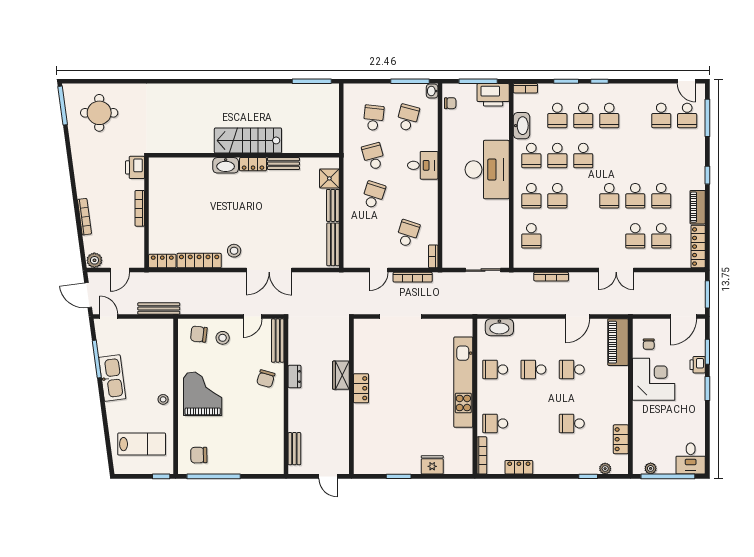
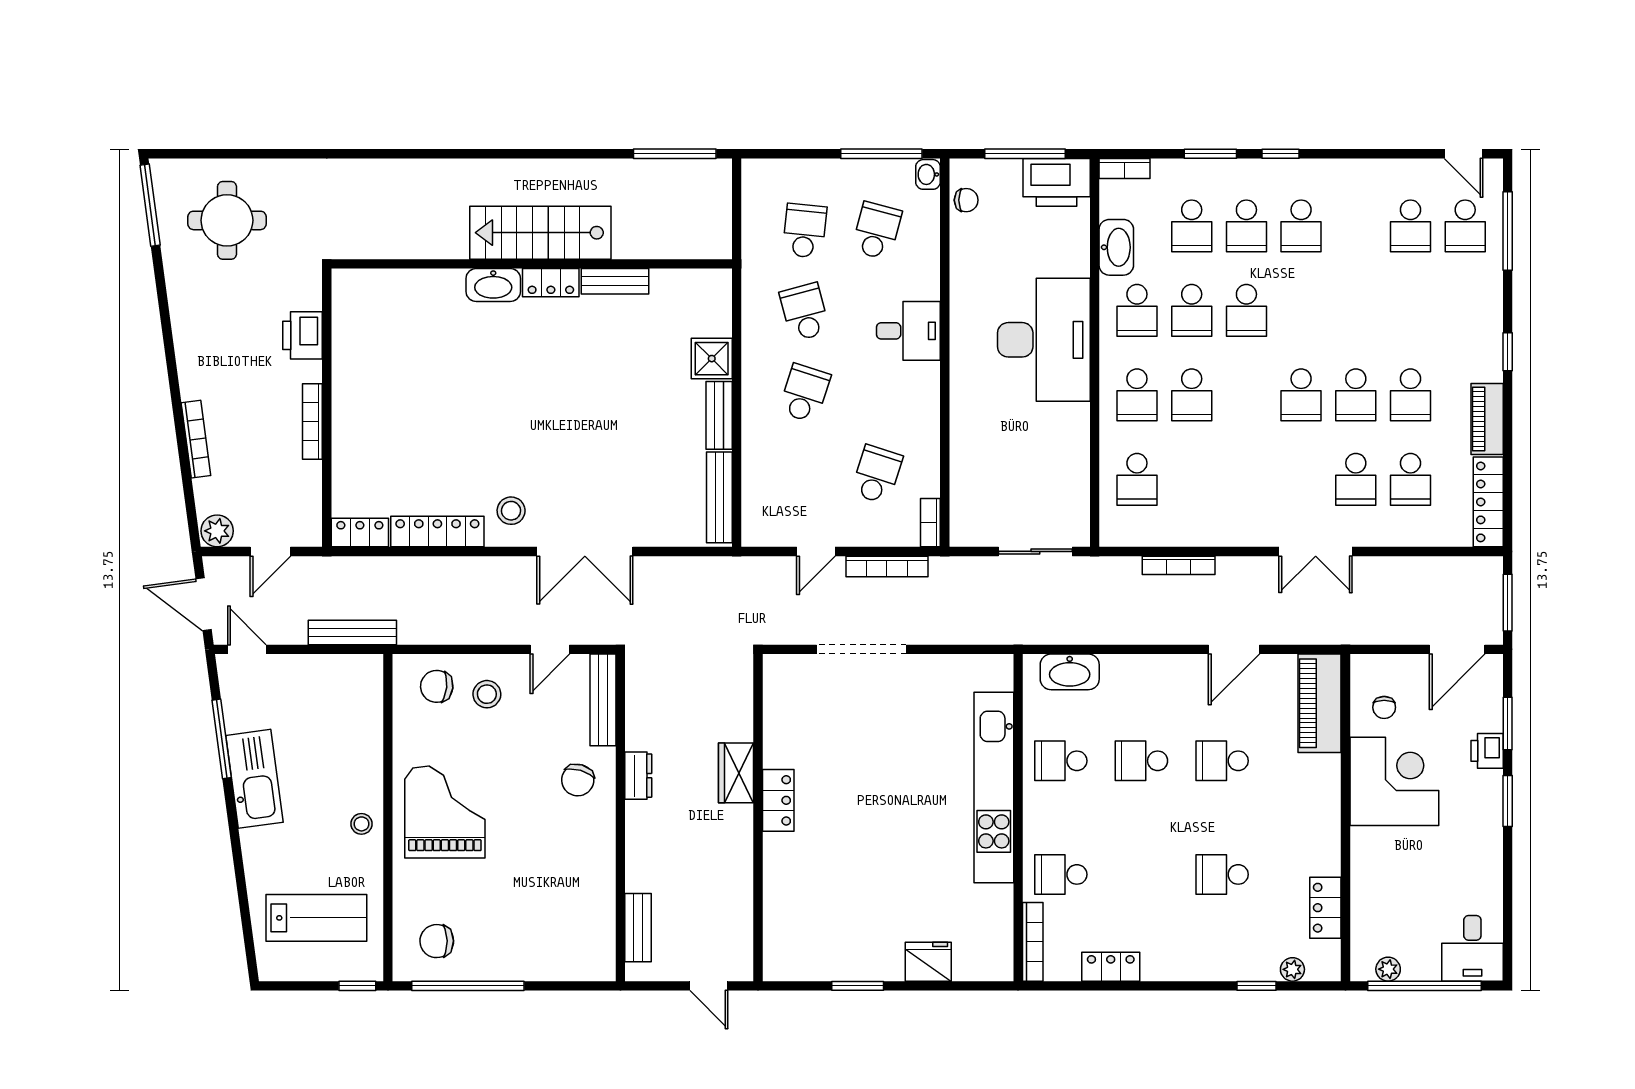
stairs: (248, 140) -> (540, 233), moved
wall: (244, 155) -> (532, 264), moved
locker: (253, 164) -> (551, 283), moved
bench: (283, 164) -> (615, 281), moved
washbasin: (226, 165) -> (493, 285), moved

